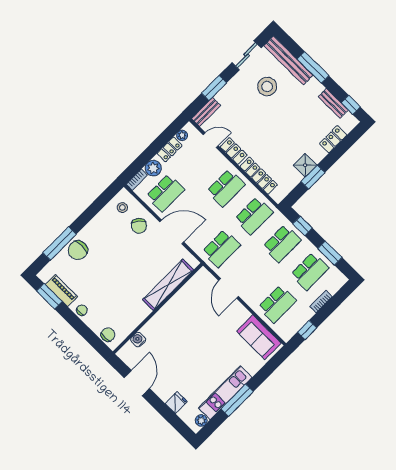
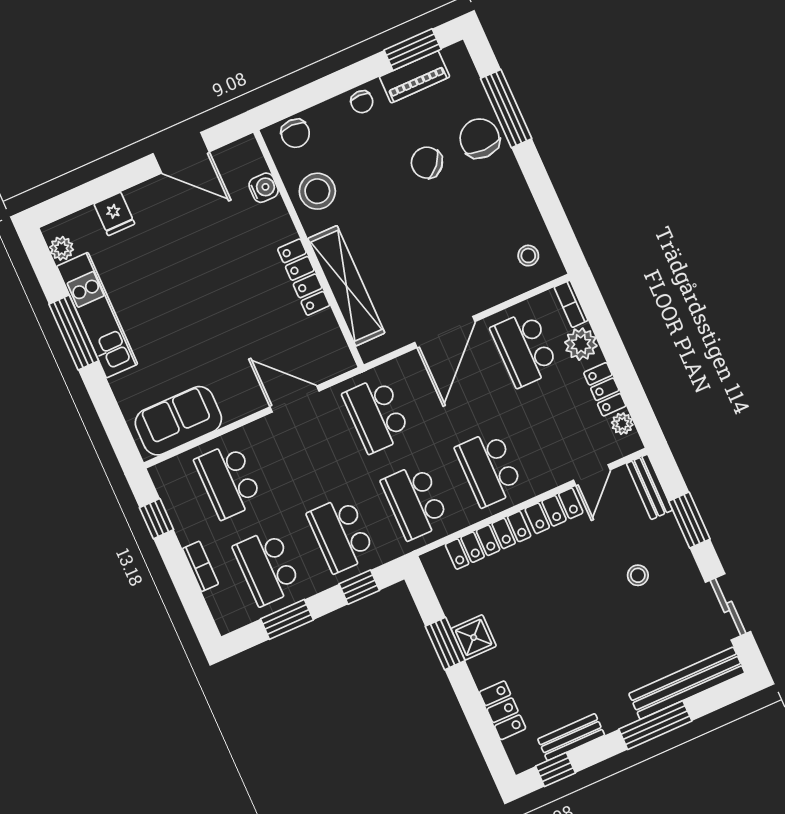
stool: (267, 87) -> (638, 575), moved, width x0.53, depth x0.53
chair: (139, 226) -> (427, 163), moved
locker: (172, 306) -> (304, 277), added
stool: (130, 315) -> (317, 191), added

